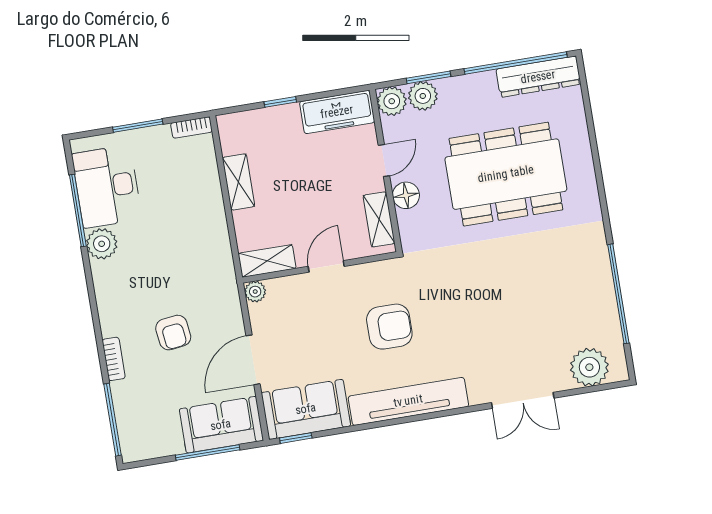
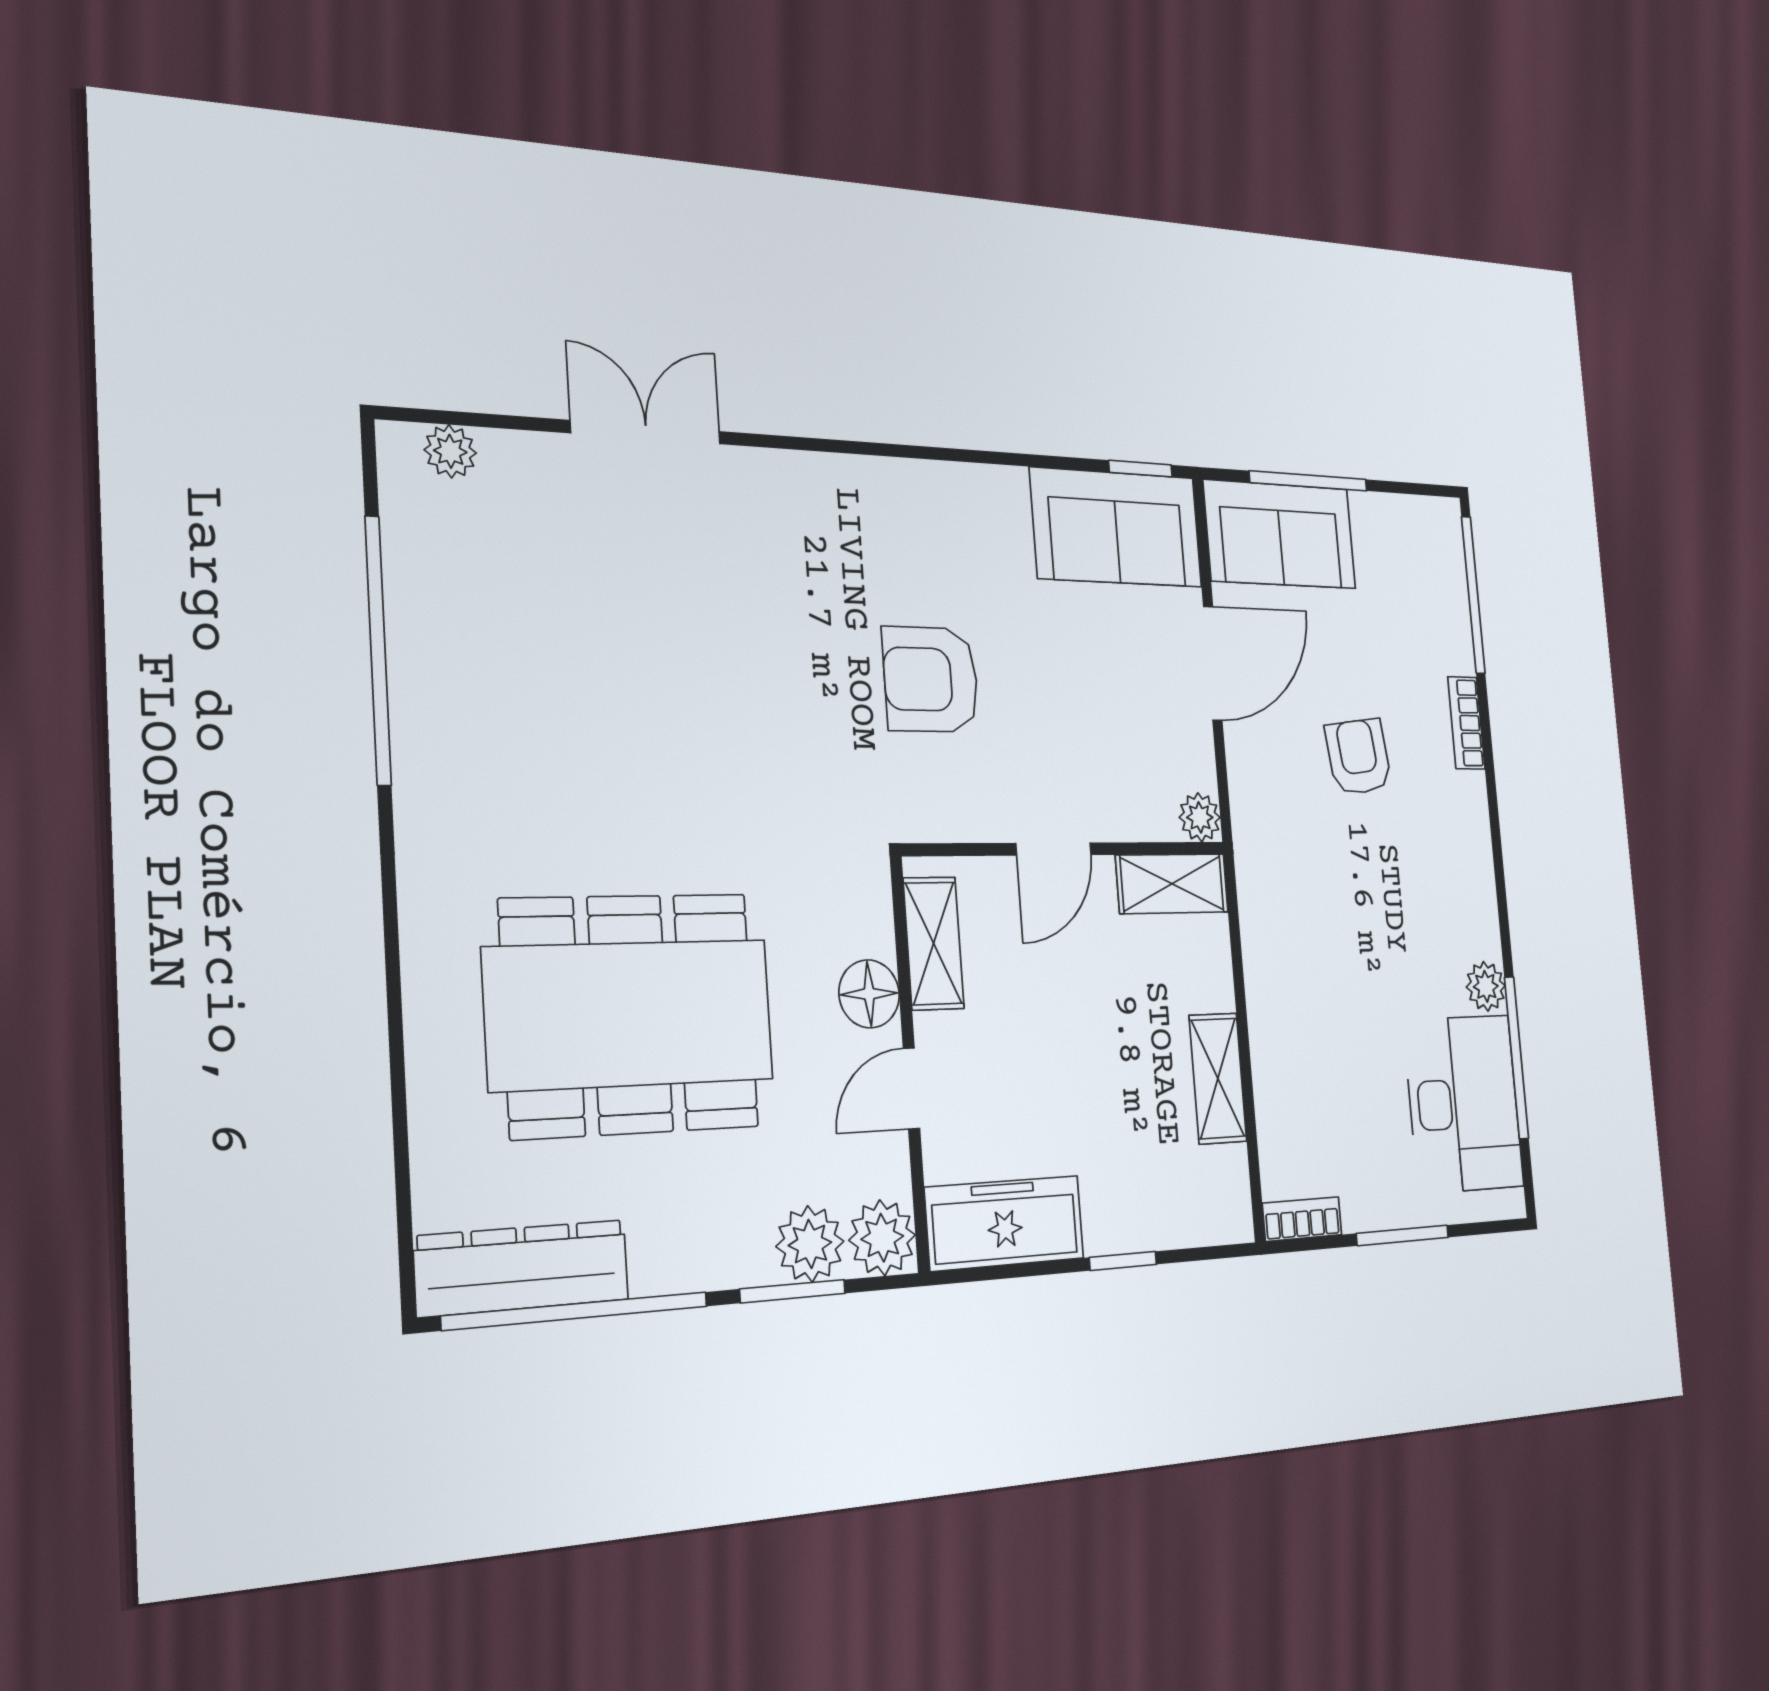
plant: (102, 244) -> (1486, 986), width x0.73, depth x0.73
plant: (589, 367) -> (450, 451), width x0.53, depth x0.53
tv unit: (408, 401) -> (904, 493), removed

